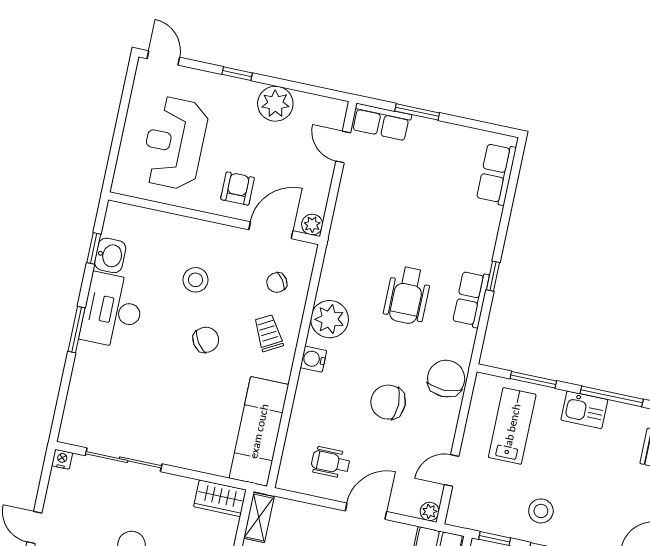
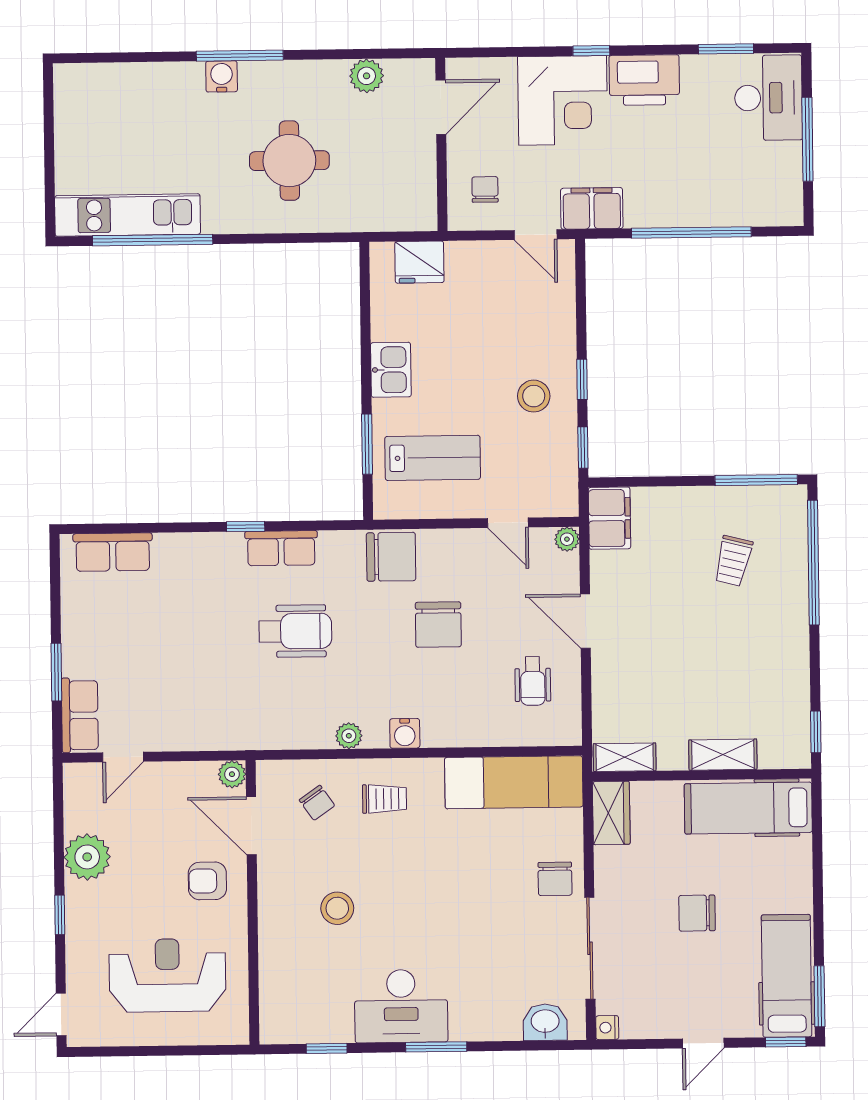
reception desk: (174, 143) -> (167, 975), turned 180
washbasin: (110, 255) -> (545, 1022), moved
plant: (330, 319) -> (349, 736), width x0.53, depth x0.53
trolley: (268, 333) -> (384, 799), turned -151
chair: (206, 340) -> (555, 879), moved, turned -145
chair: (446, 379) -> (391, 557), turned 180
window: (612, 396) -> (366, 339), removed
lab bench: (512, 426) -> (433, 458), turned 180

